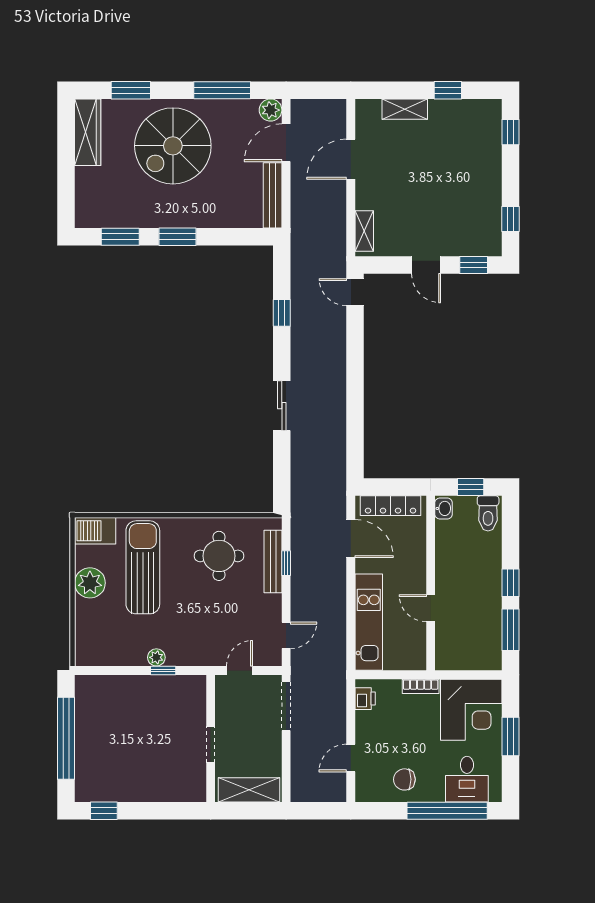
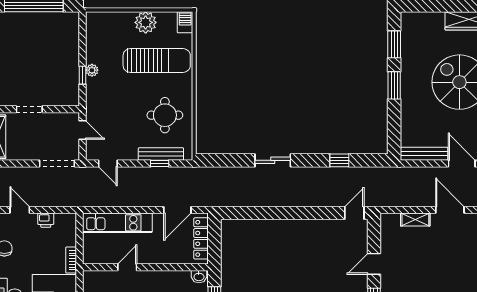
shelving: (364, 231) -> (415, 220), moved
barbecue: (95, 531) -> (185, 22), width x0.73, depth x0.79
printer: (365, 699) -> (46, 220), moved

